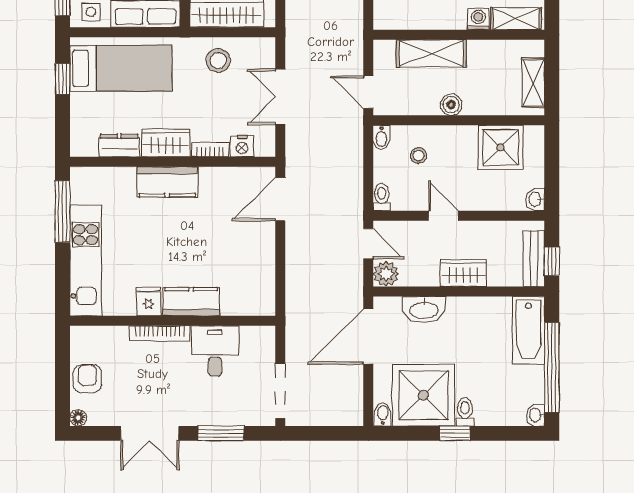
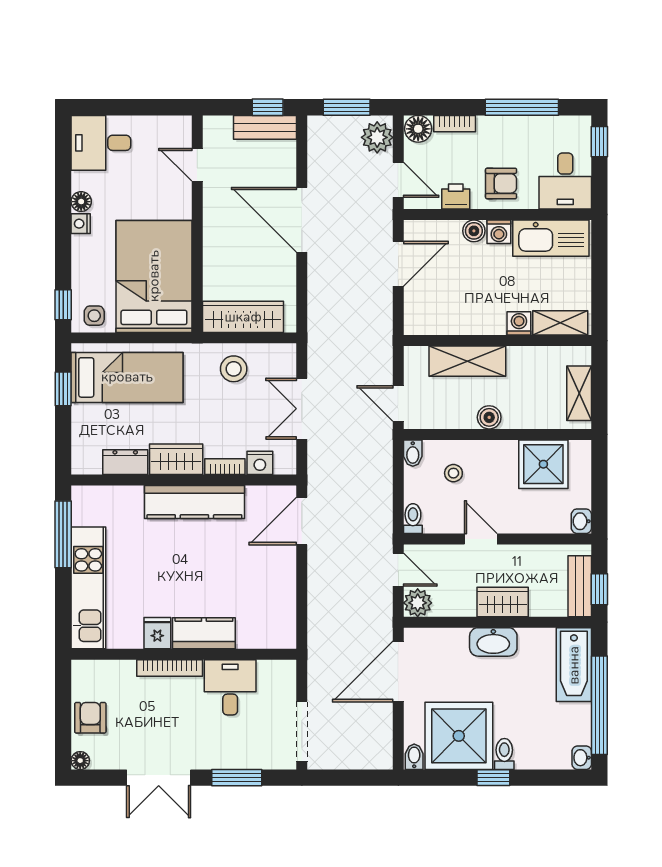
kitchen counter: (167, 182) -> (194, 502), width x1.50
washbasin: (424, 310) -> (493, 642), moved

